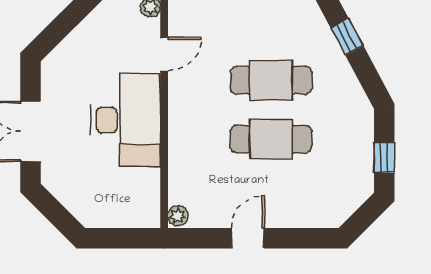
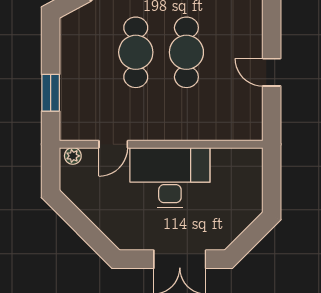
door: (164, 54) -> (113, 144), swing flipped
plant: (178, 216) -> (252, 132), removed

